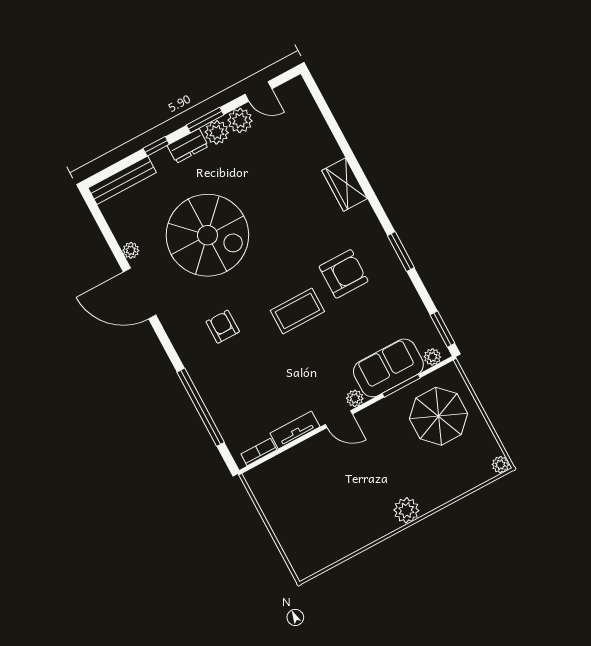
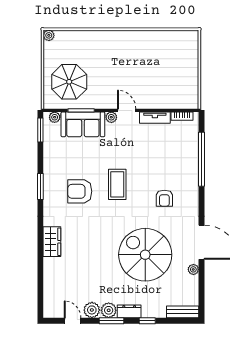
bench: (122, 180) -> (183, 312), width x0.73
coffee table: (297, 311) -> (117, 184), turned 90
plant: (406, 510) -> (116, 38), removed

